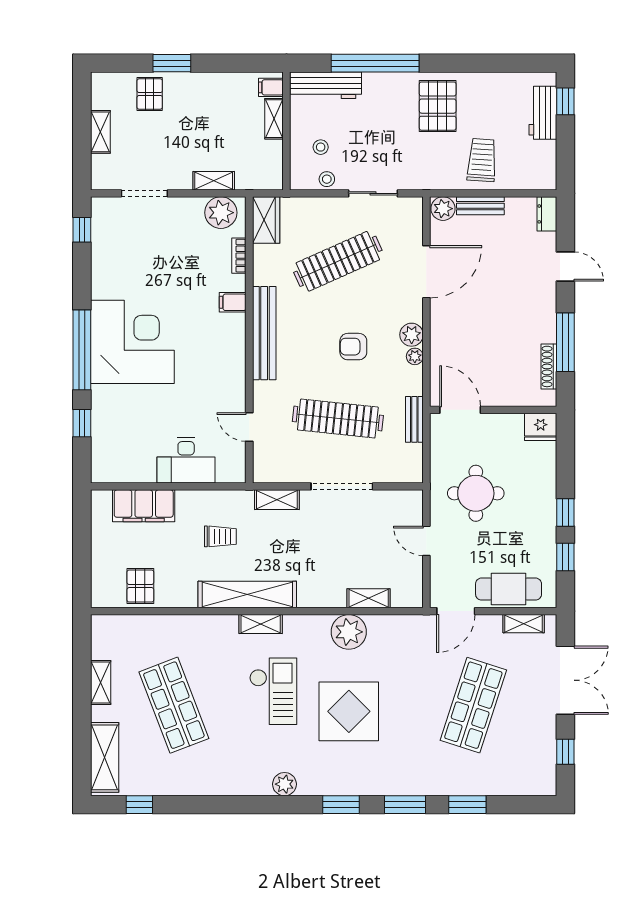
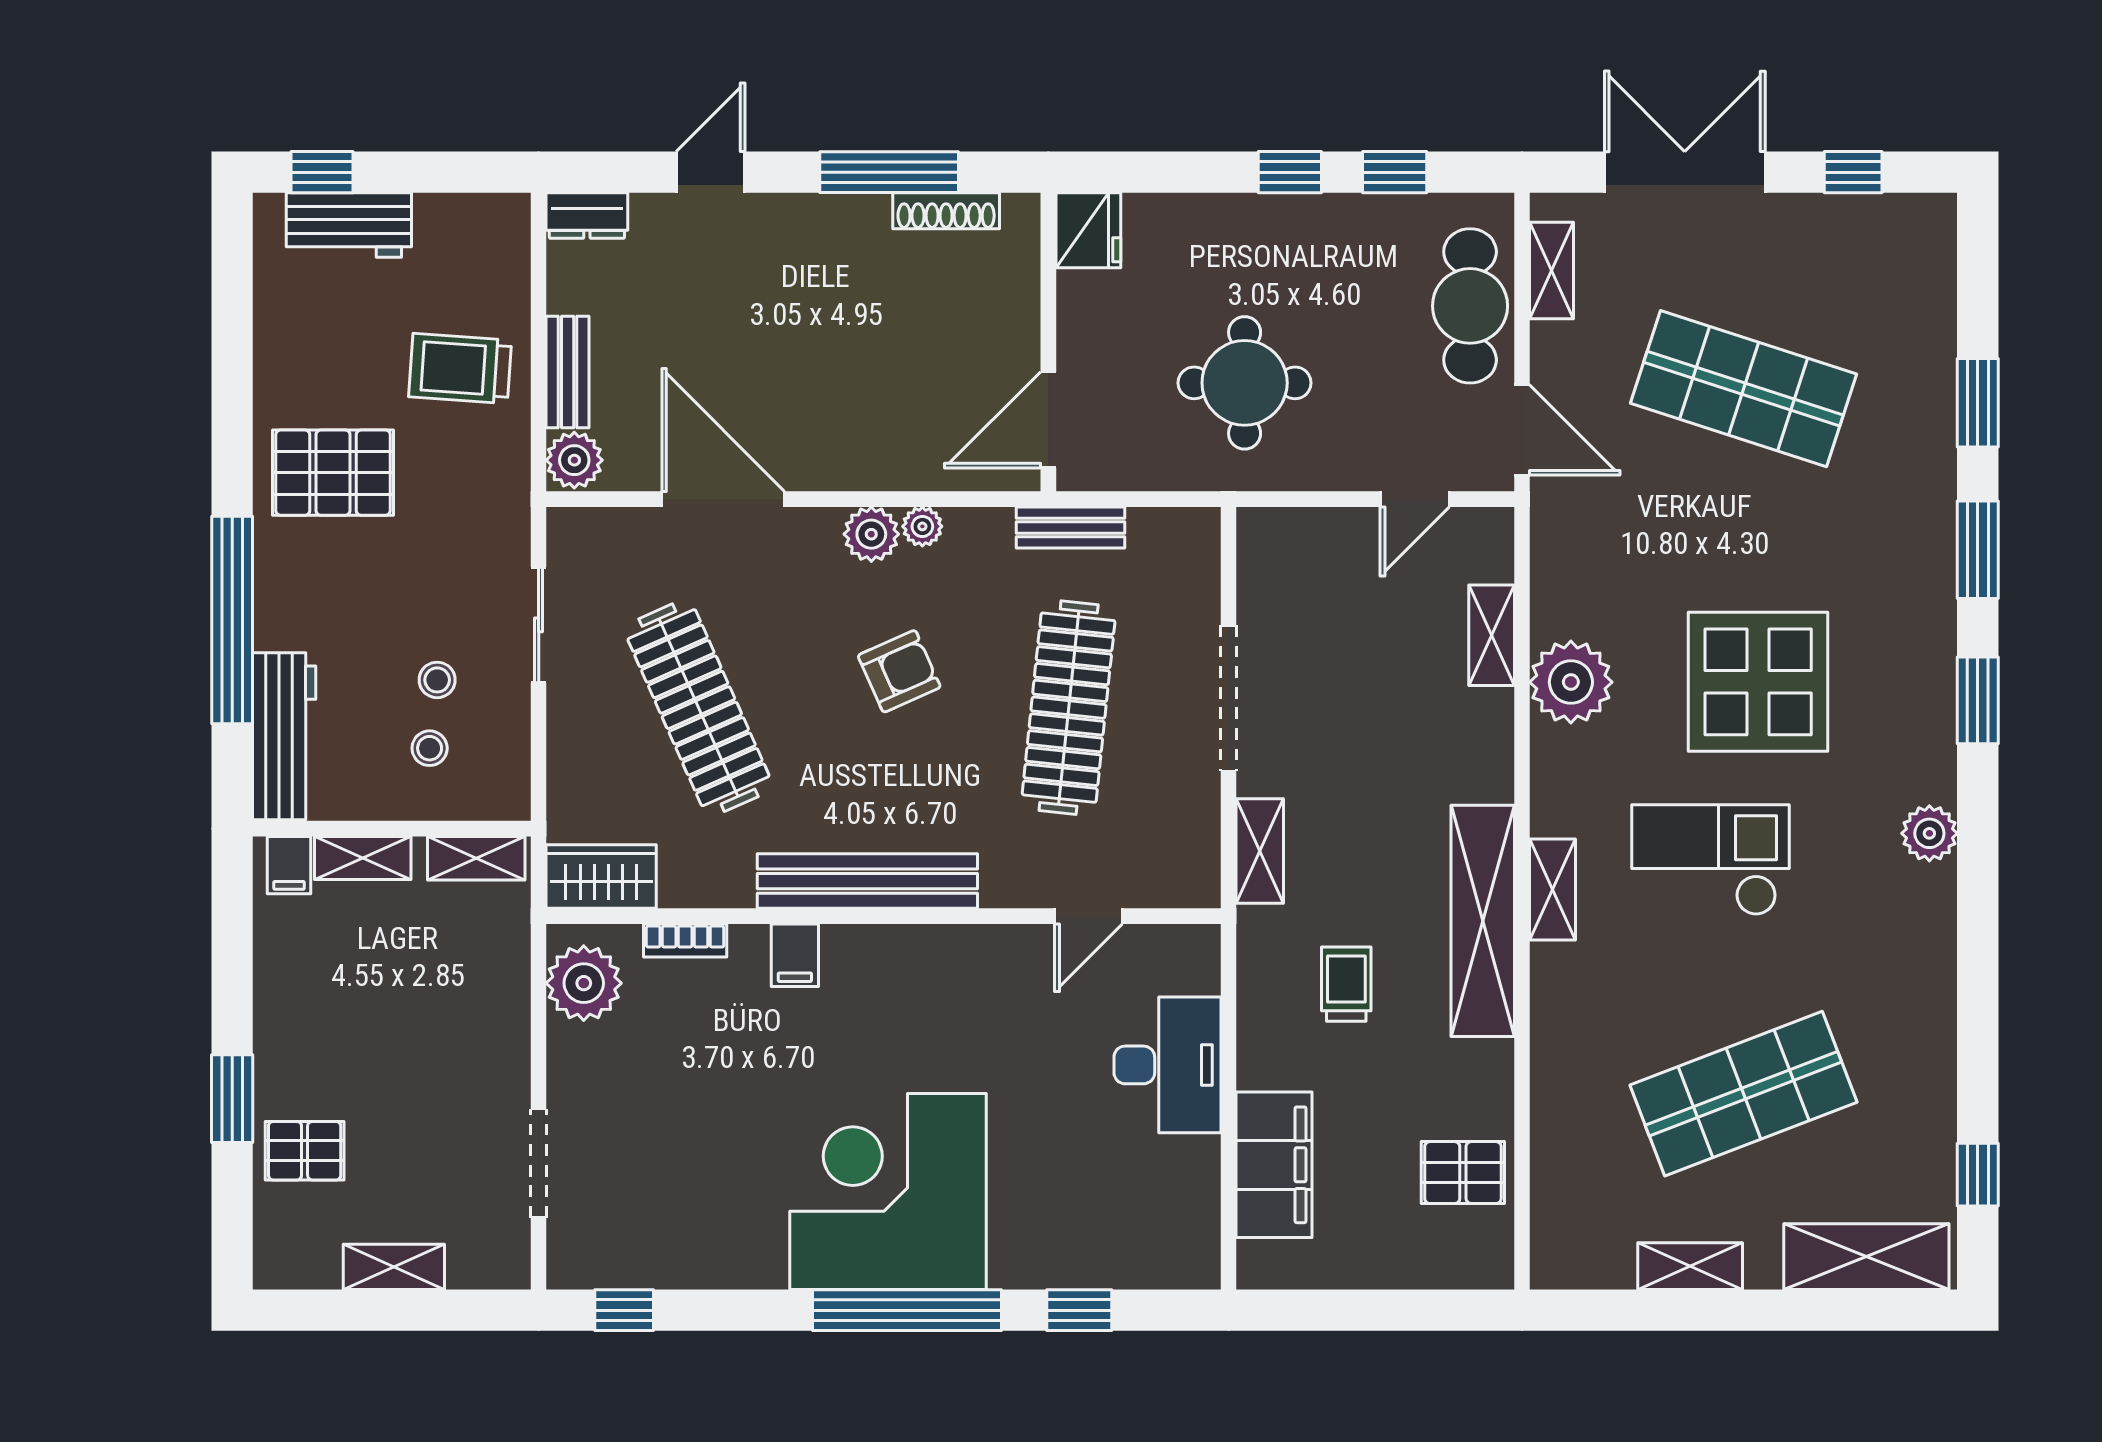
stool: (327, 179) -> (437, 680), moved
shelving: (214, 181) -> (476, 858), moved, turned 90
armchair: (353, 347) -> (899, 671), turned -114
door: (426, 541) -> (1415, 499), moved

